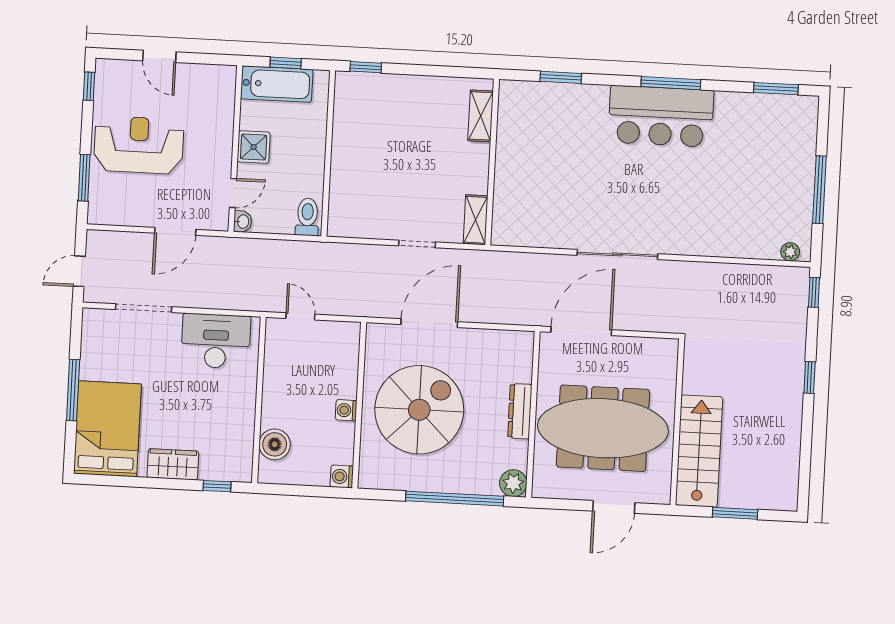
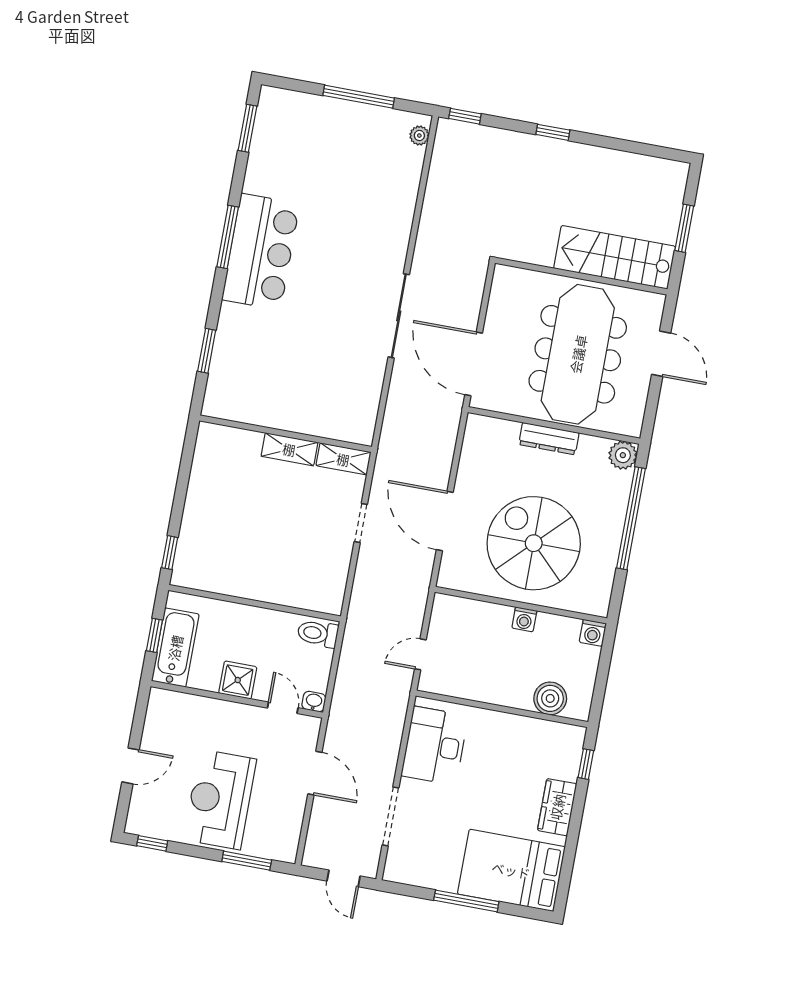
shelving: (481, 116) -> (289, 449), moved

